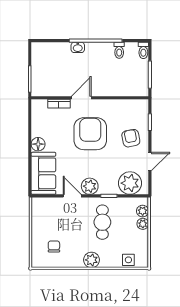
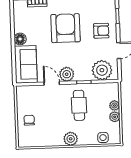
armchair: (131, 138) -> (101, 31), turned 101
plant: (143, 211) -> (115, 117), moved
chair: (54, 246) -> (29, 120), moved

